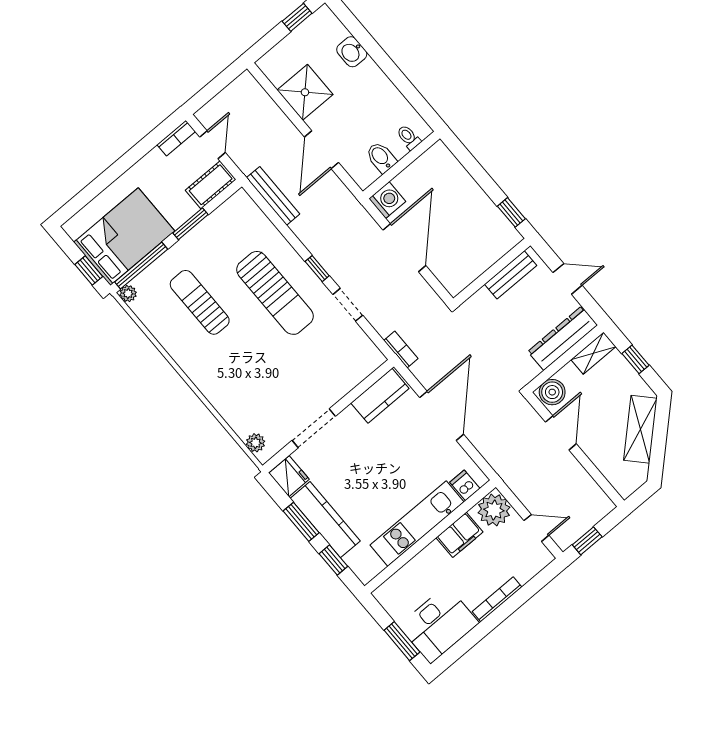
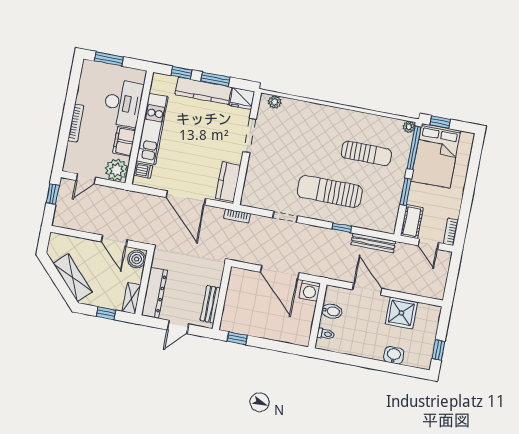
window: (317, 269) -> (342, 228), moved
desk: (439, 624) -> (123, 103), moved, turned 180

